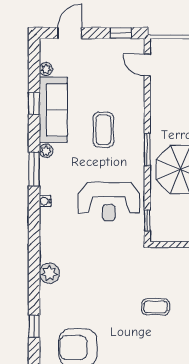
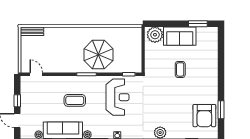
window: (121, 33) -> (17, 101), moved
door: (147, 65) -> (36, 74), swing flipped

